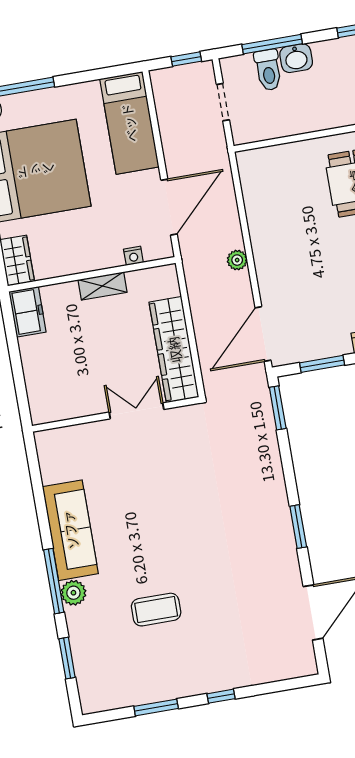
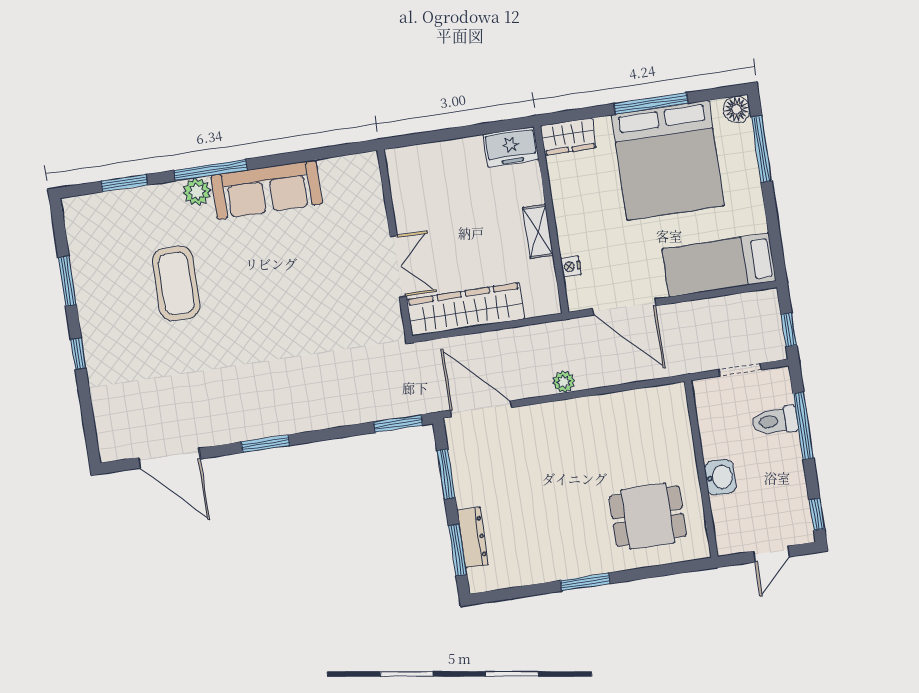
washbasin: (296, 58) -> (720, 477), moved, turned 180
coffee table: (156, 610) -> (176, 283), width x1.36, depth x1.32

